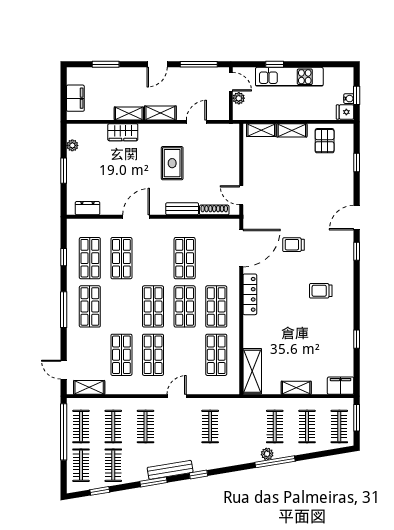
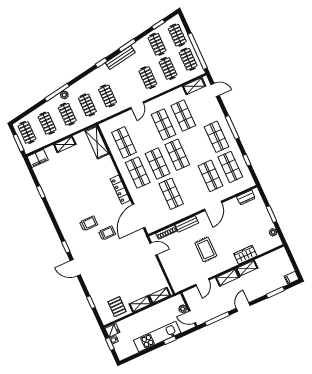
filing cabinet: (75, 98) -> (291, 278), moved, width x0.50
door: (357, 218) -> (75, 268), swing flipped
trolley: (321, 291) -> (89, 223), moved
clothes rail: (242, 427) -> (87, 105), added

